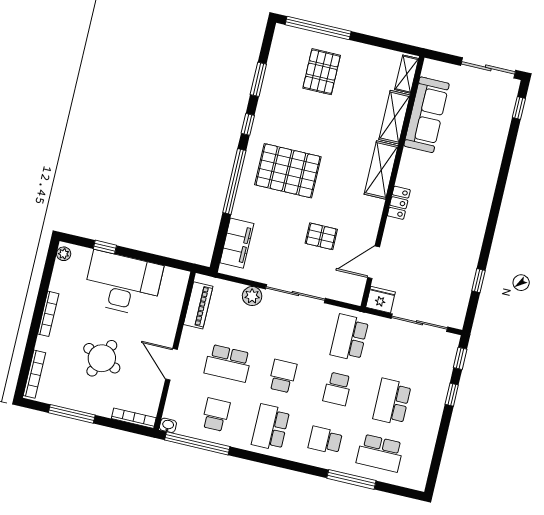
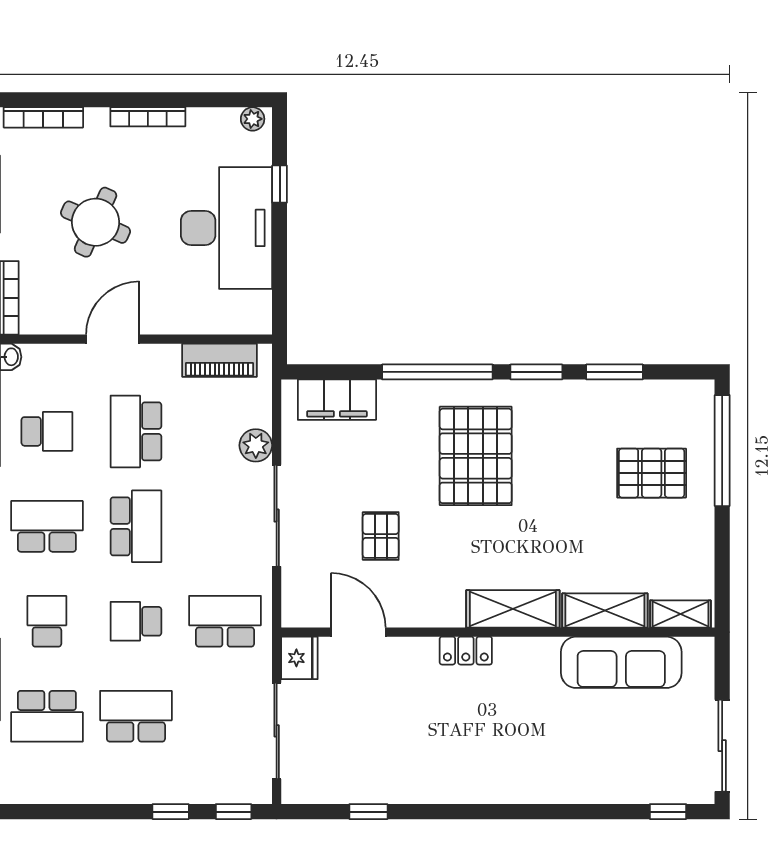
window: (248, 124) -> (536, 372), width x1.50
school desk: (283, 376) -> (136, 526), width x1.85
school desk: (380, 453) -> (47, 716), turned -90

